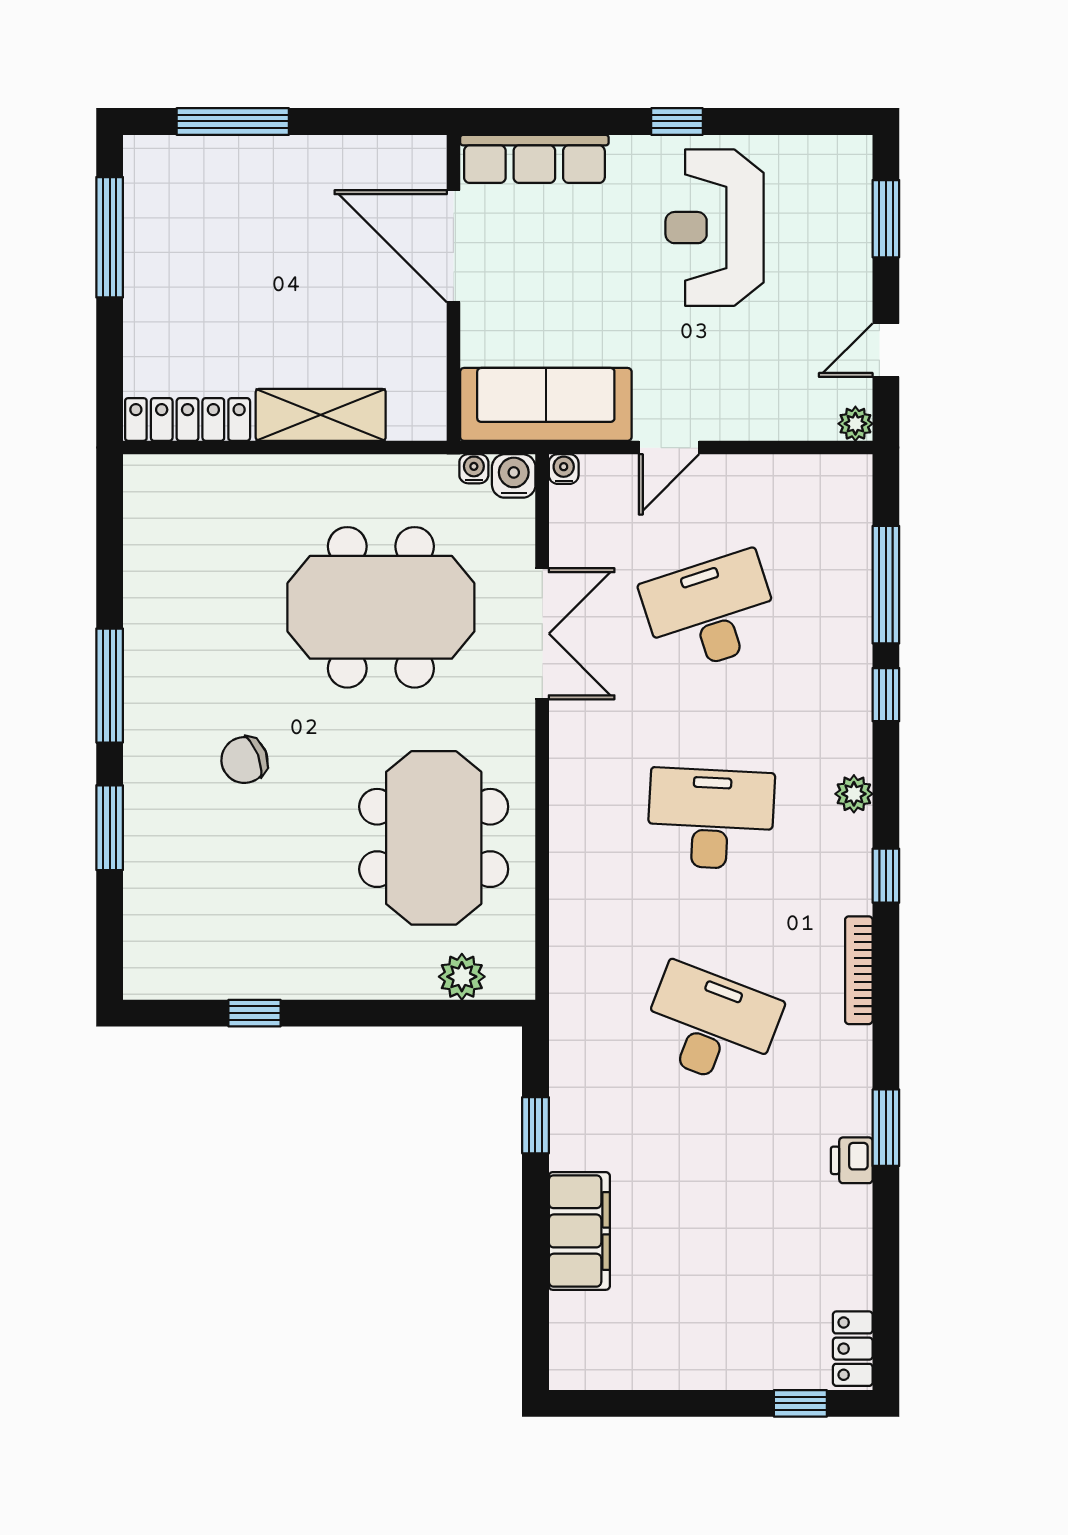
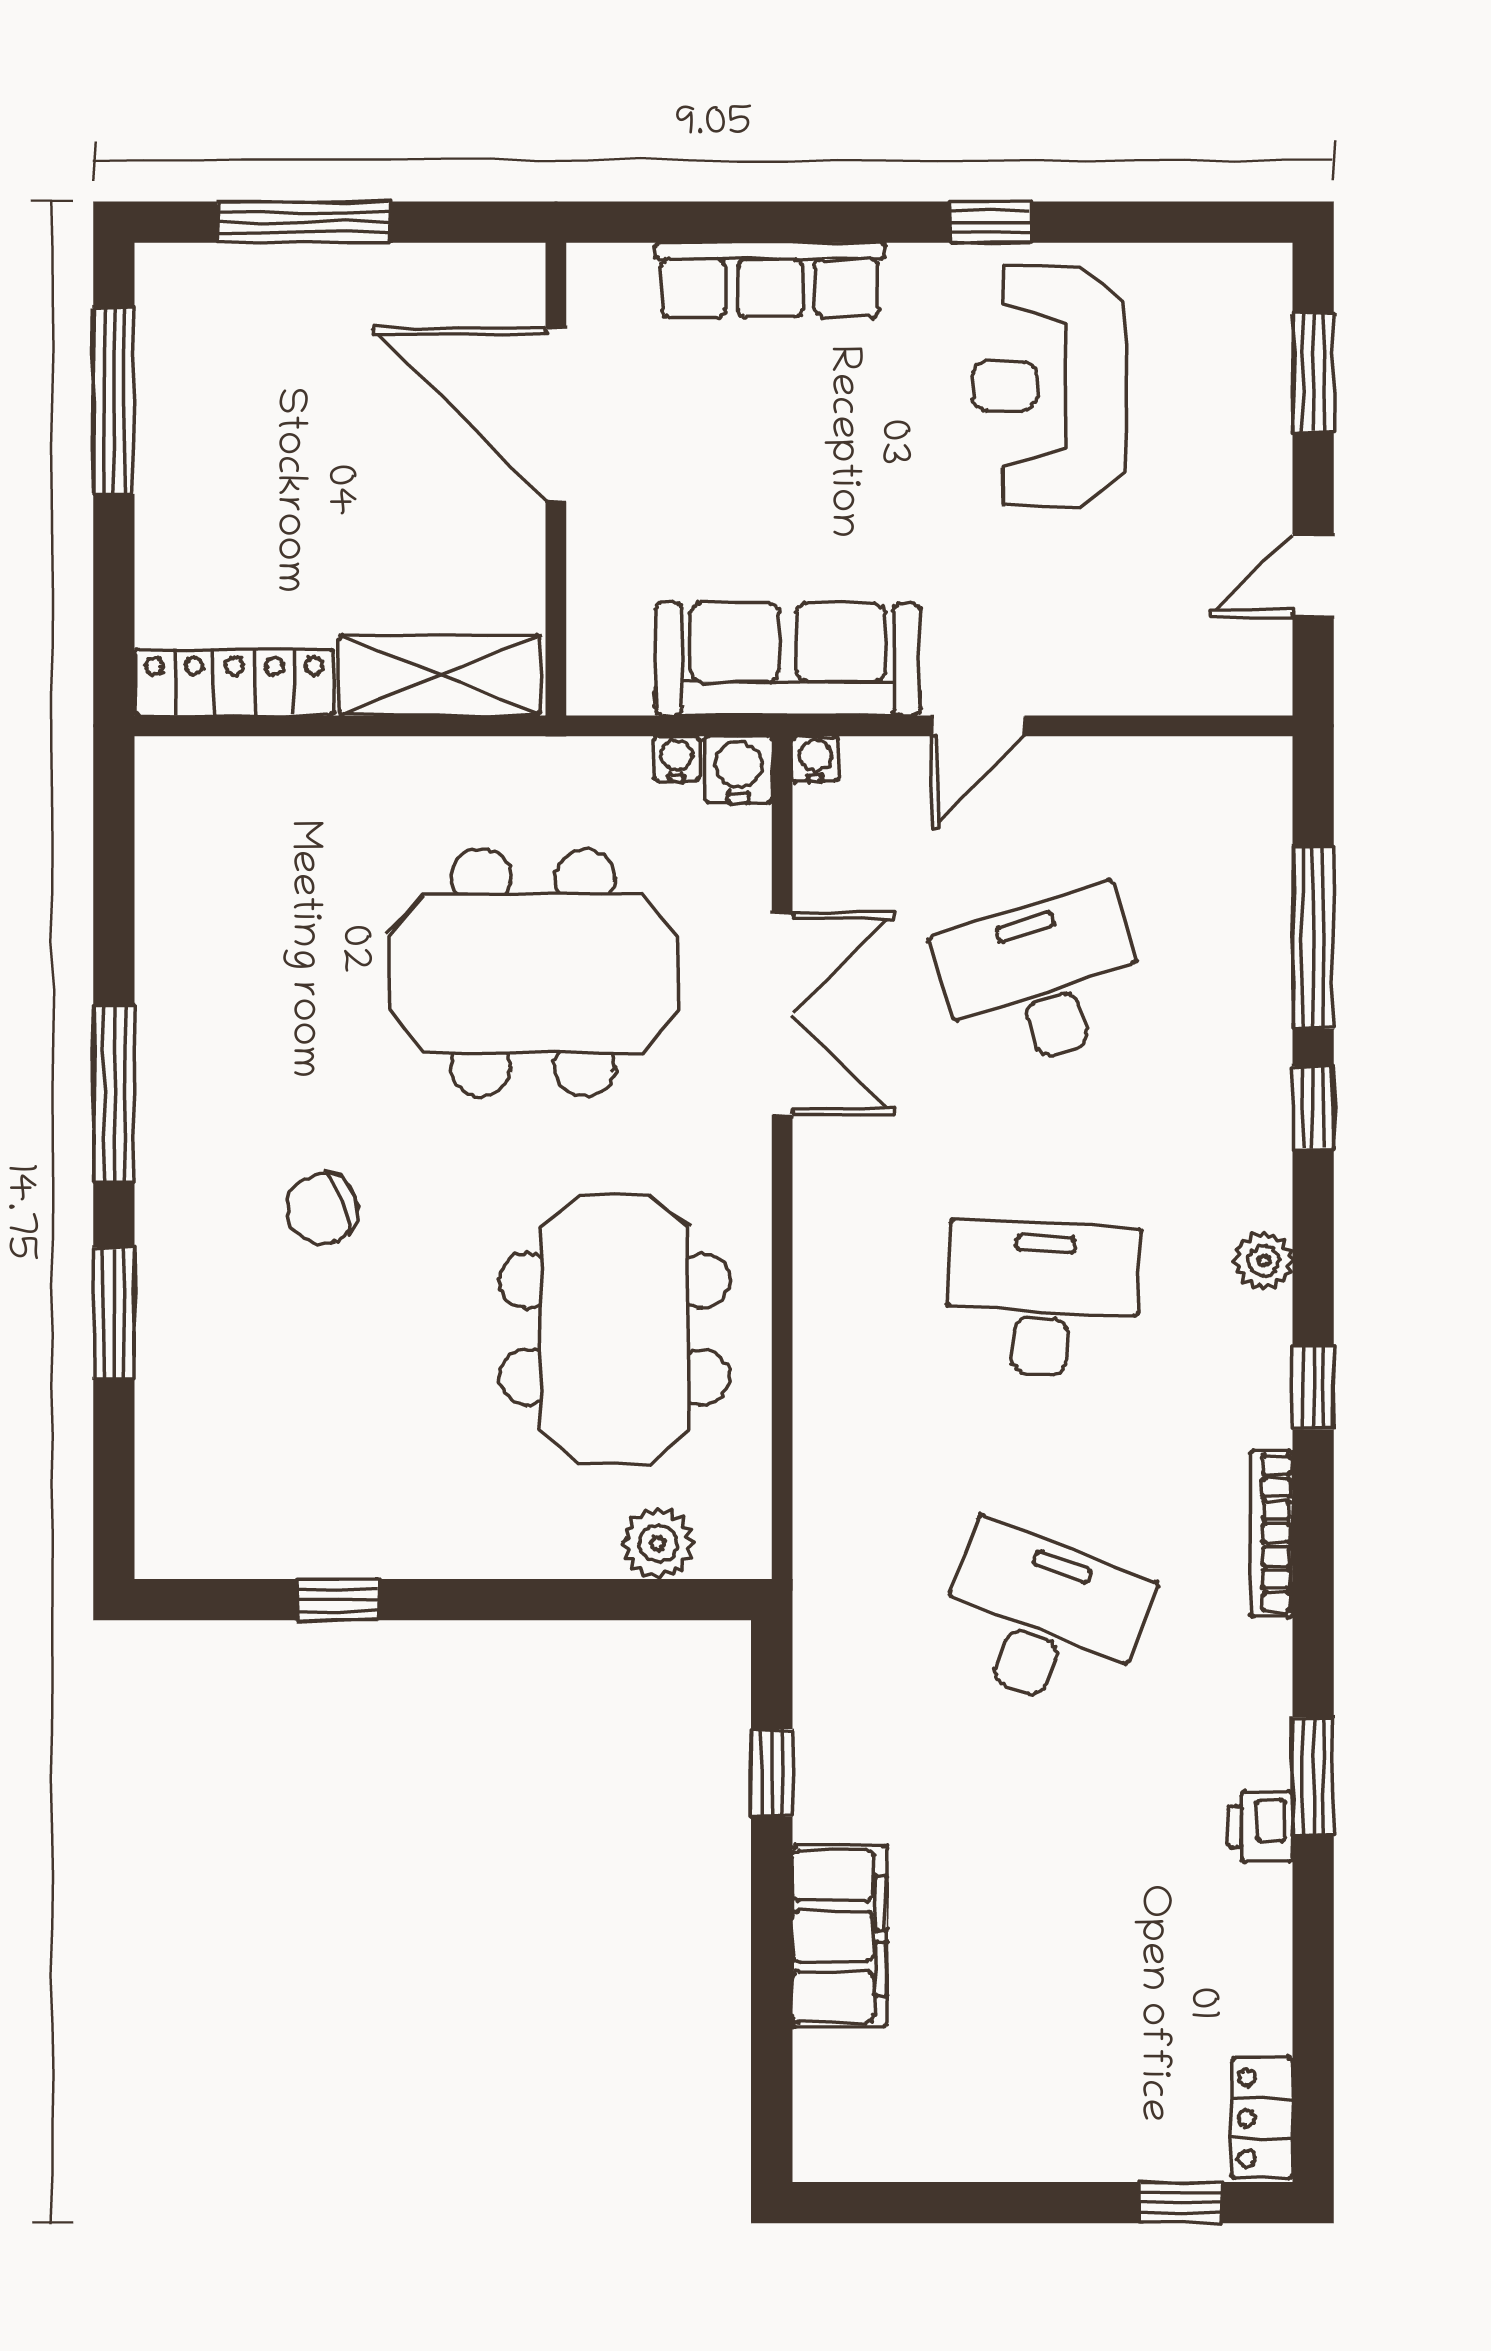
door: (453, 246) -> (556, 415), moved
wall: (453, 288) -> (556, 479), moved
plant: (855, 424) -> (1266, 689), removed

